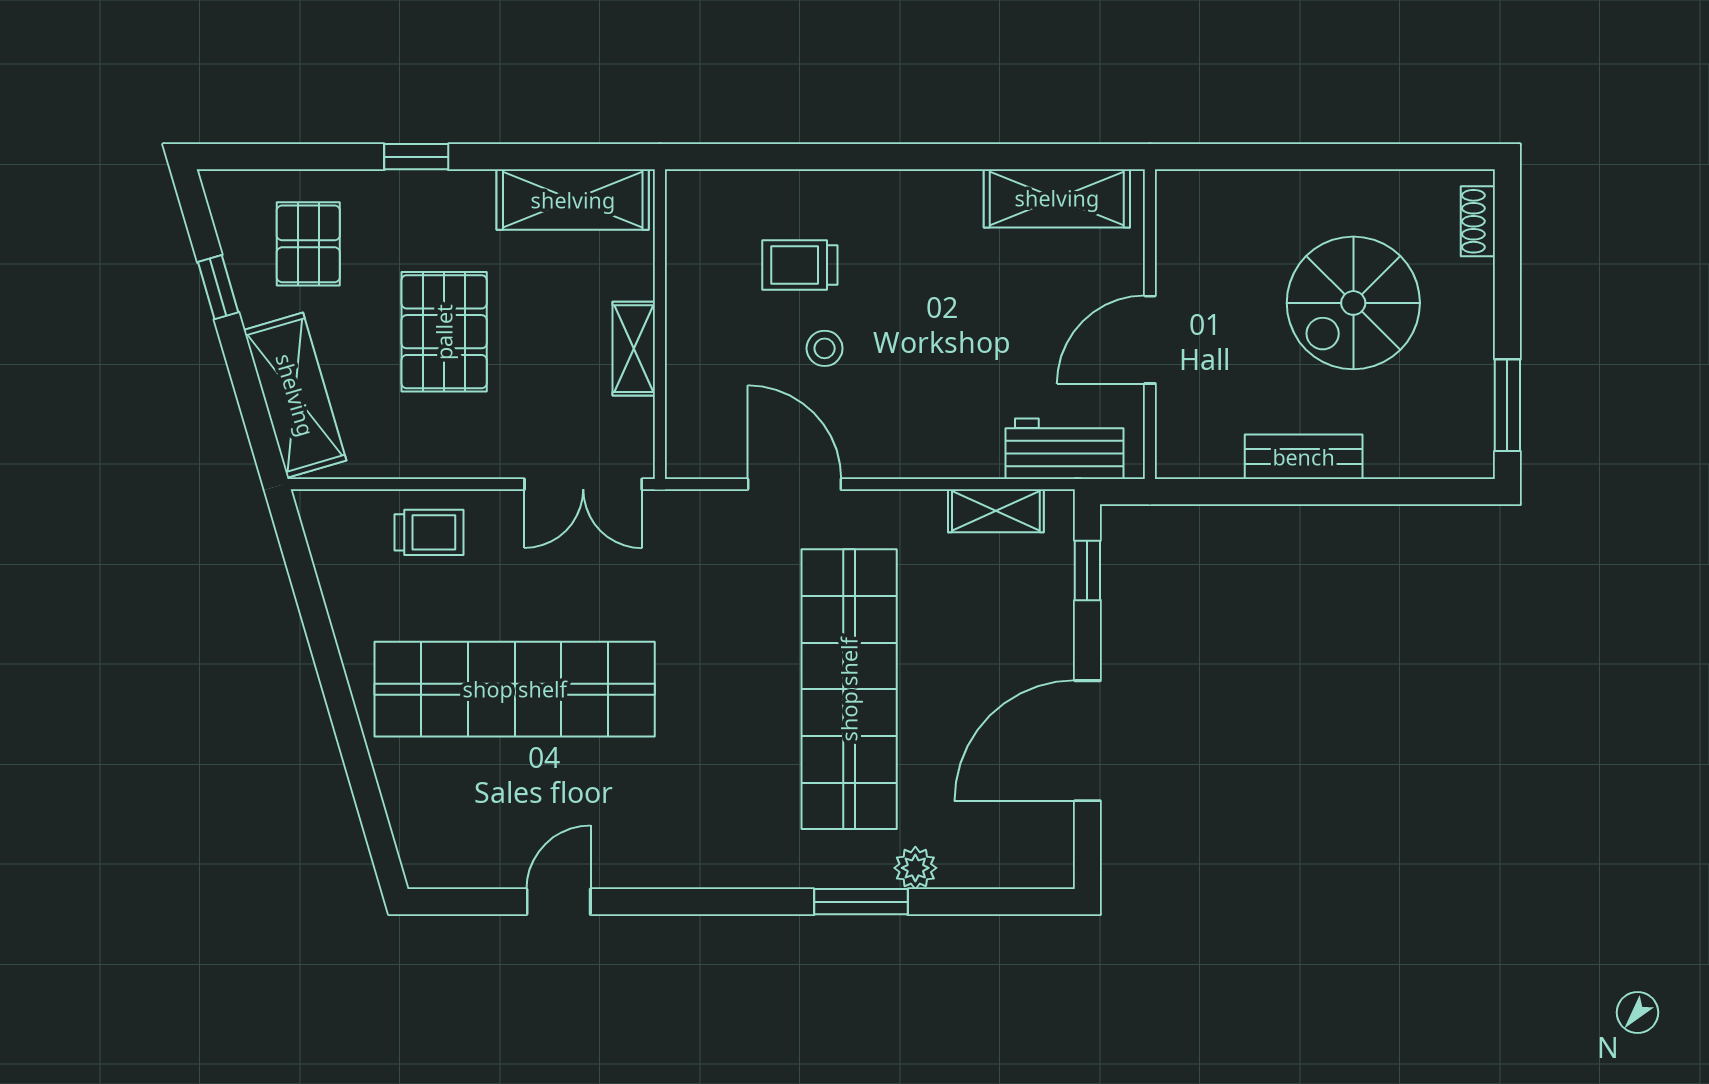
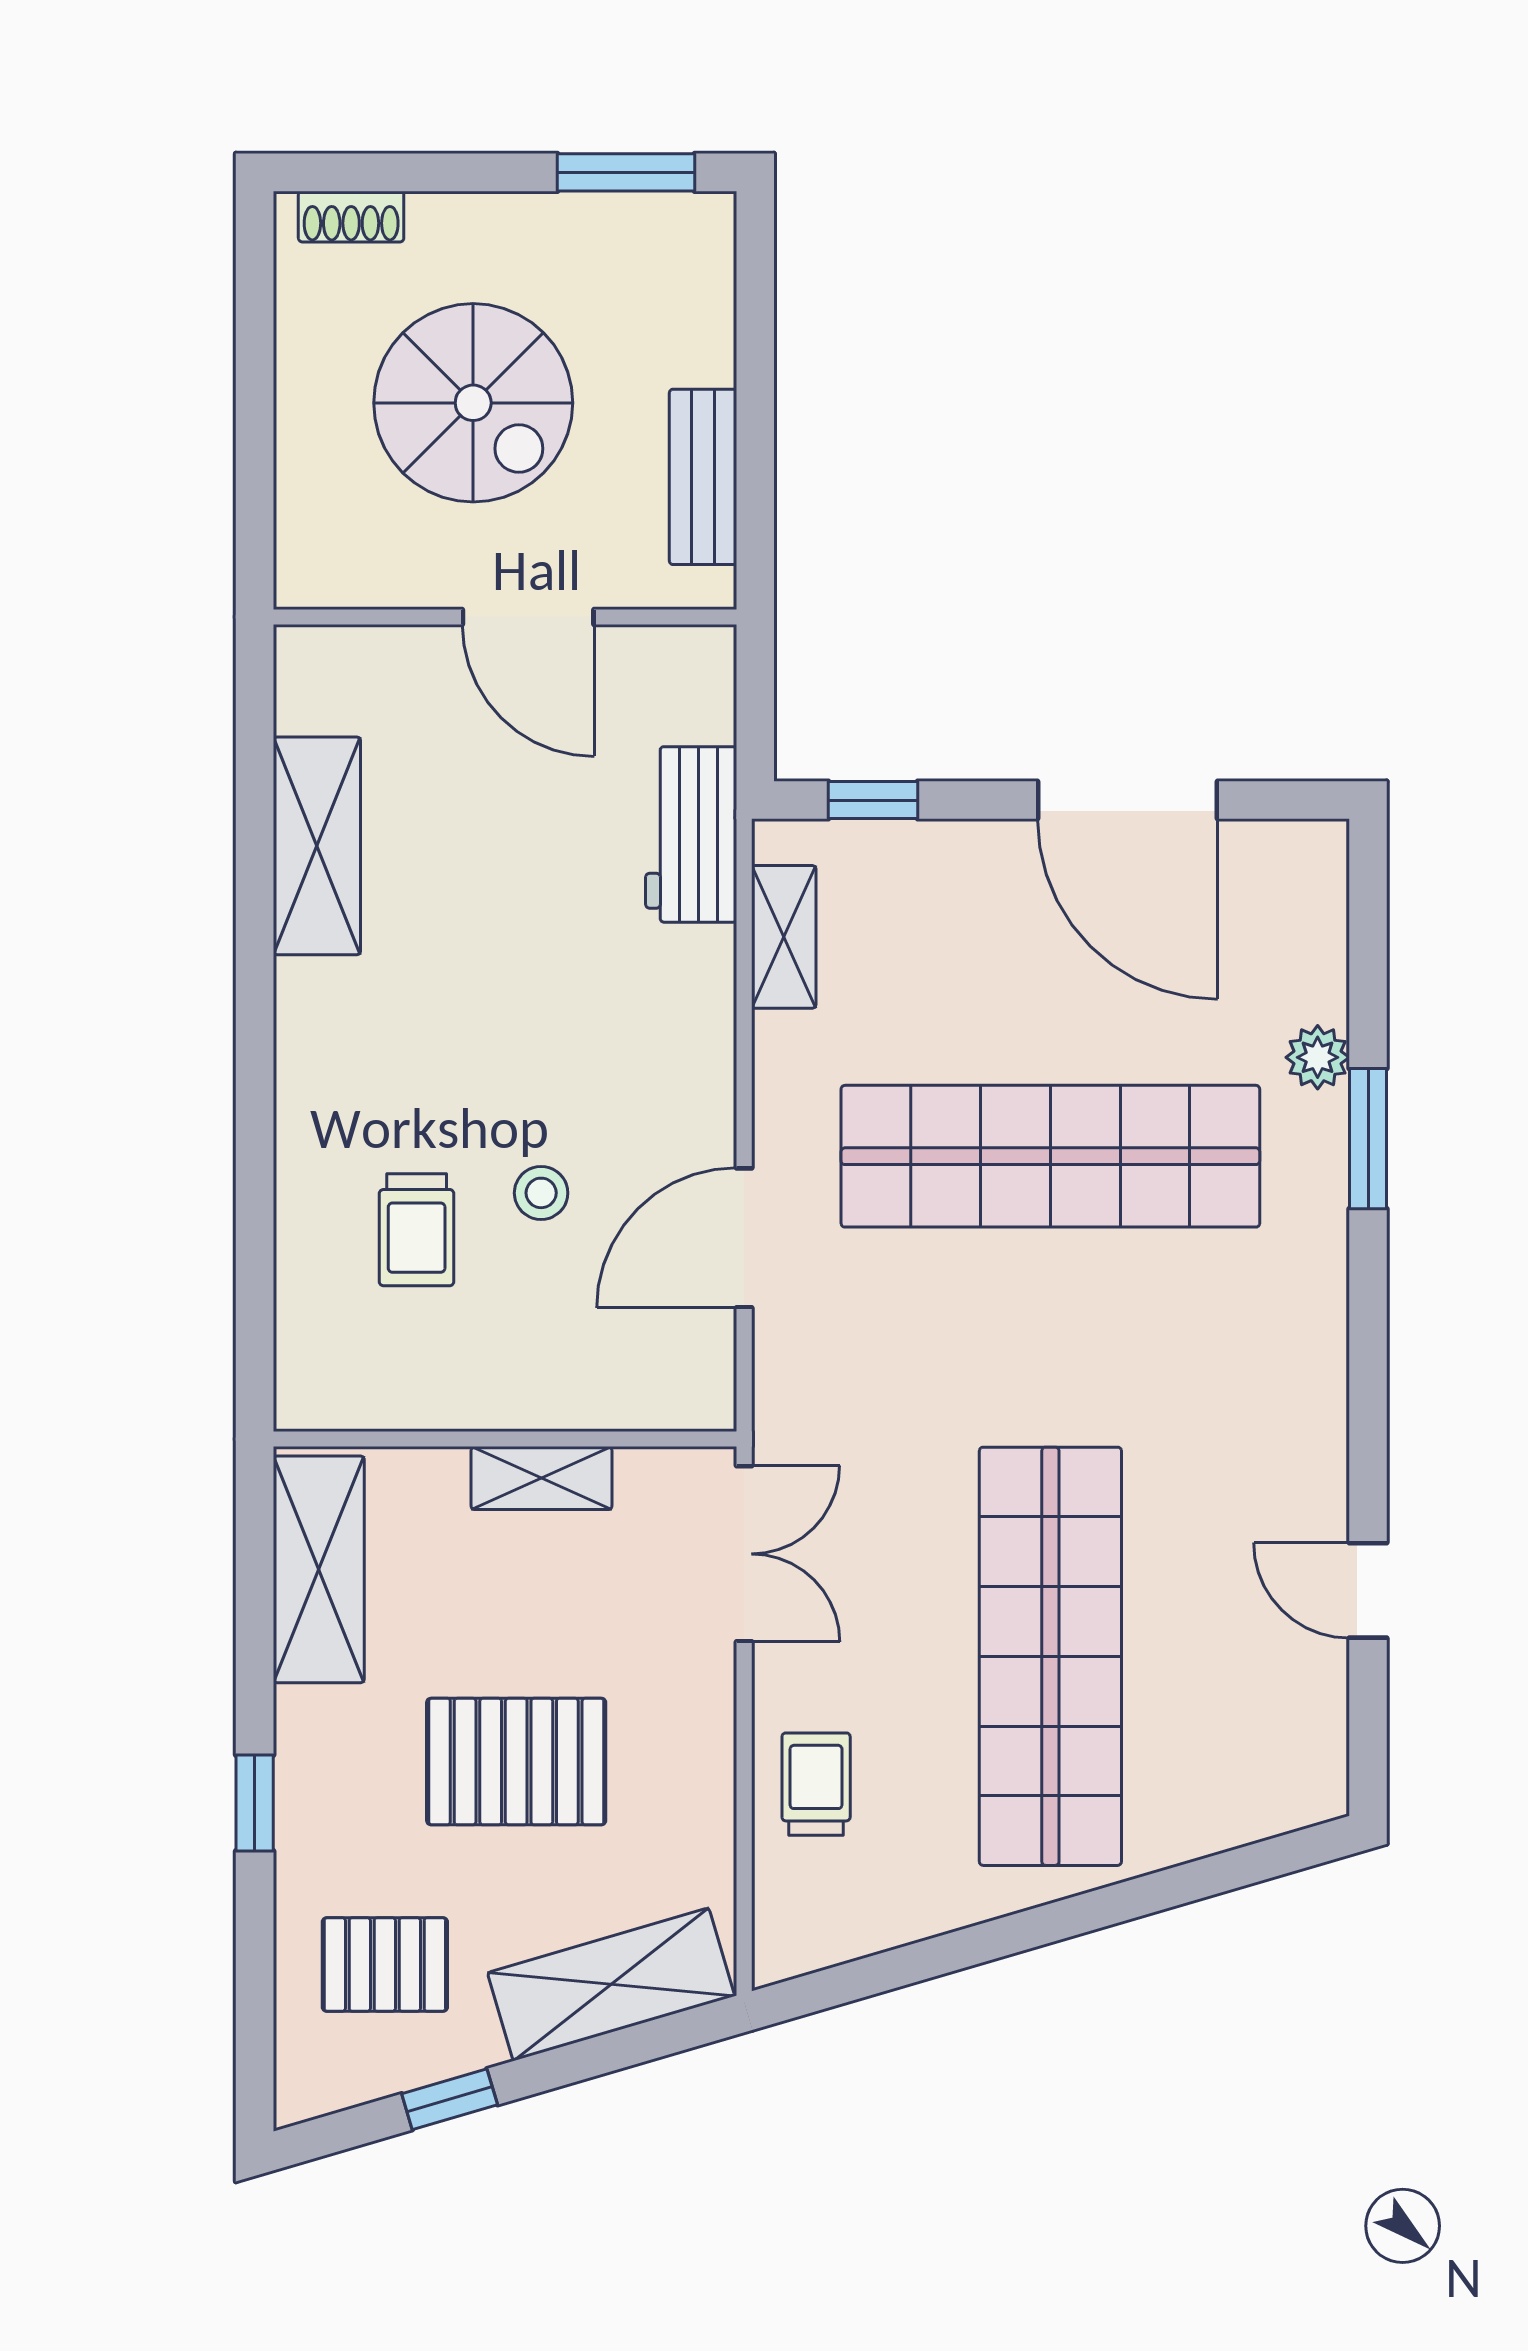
wall: (1150, 324) -> (505, 617), moved
door: (1150, 340) -> (528, 617), moved

